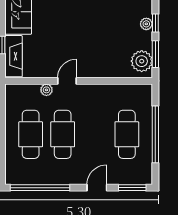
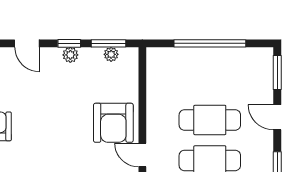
armchair: (93, 58) -> (113, 123), added
plant: (142, 61) -> (111, 54), width x0.53, depth x0.53
cafe table: (127, 134) -> (210, 120), moved

